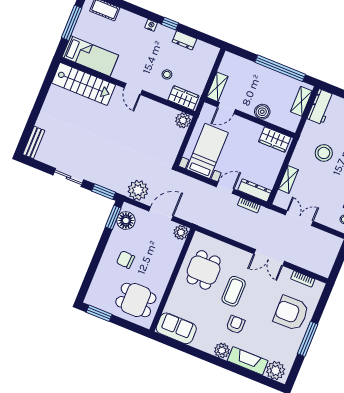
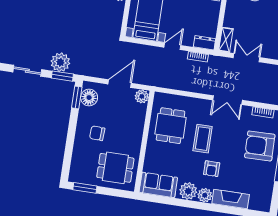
shelving: (288, 179) -> (226, 40), moved
plant: (138, 190) -> (60, 62), moved
dresser: (255, 190) -> (204, 43), width x0.70
armchair: (236, 325) -> (212, 169), turned 180
plant: (276, 370) -> (188, 191), moved

